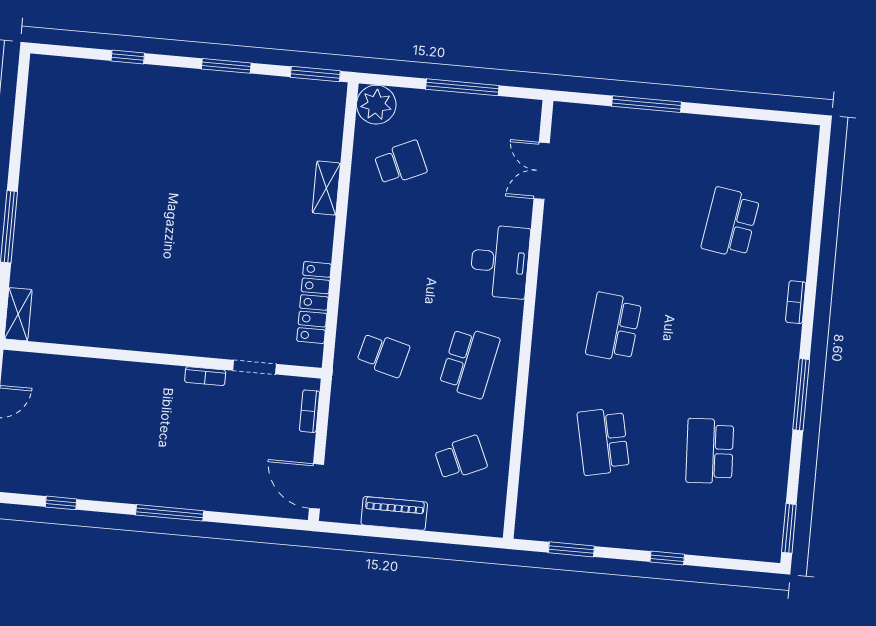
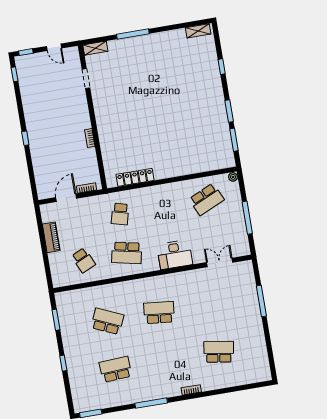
window: (315, 74) -> (234, 140), moved
plant: (376, 105) -> (233, 177), width x0.53, depth x0.53
school desk: (401, 163) -> (207, 199), width x1.85
shelving: (326, 188) -> (198, 31), moved
doorway: (254, 367) -> (86, 79), moved
school desk: (603, 441) -> (107, 321), turned 36
door: (316, 486) -> (66, 198), moved
window: (61, 503) -> (14, 74), moved
window: (170, 513) -> (25, 138), width x0.46

